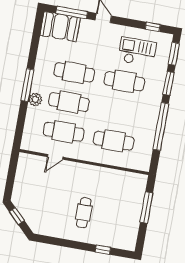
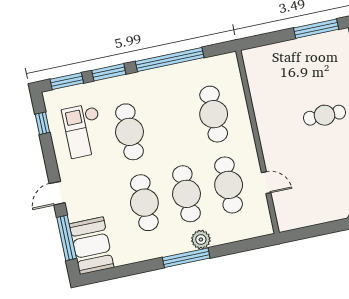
window: (146, 208) -> (316, 29), moved

